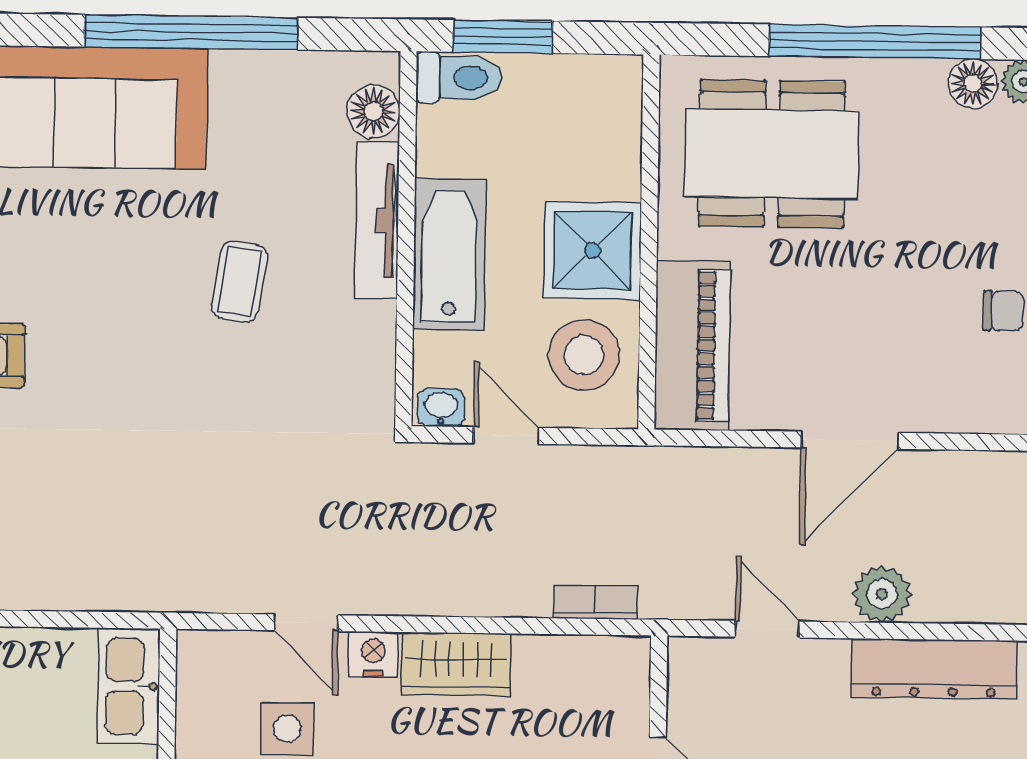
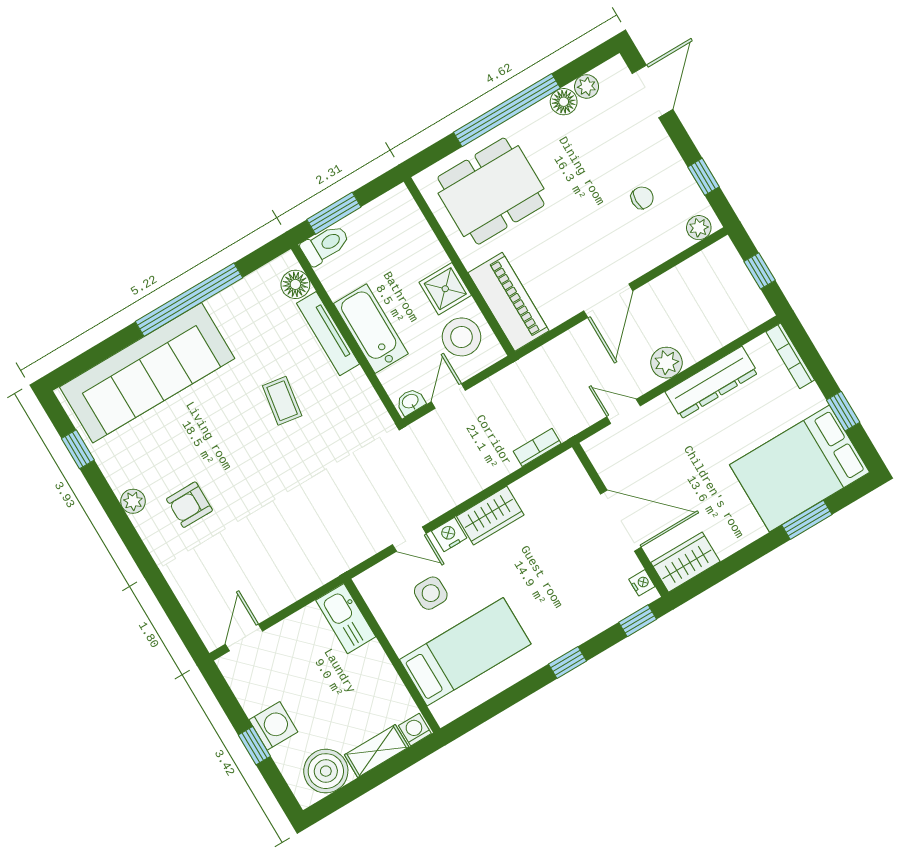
shower: (592, 250) -> (445, 289), width x0.73, depth x0.73
door: (506, 435) -> (448, 396), hinge flipped

